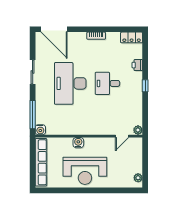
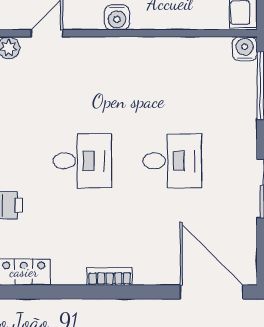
desk: (70, 83) -> (172, 161), width x0.53, depth x0.77
water cooler: (78, 143) -> (117, 17), moved

